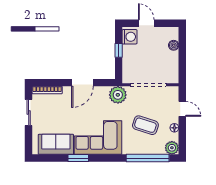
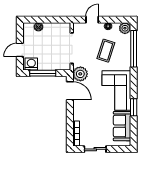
window: (119, 50) -> (43, 73), width x2.17
door: (82, 83) -> (70, 91), moved

